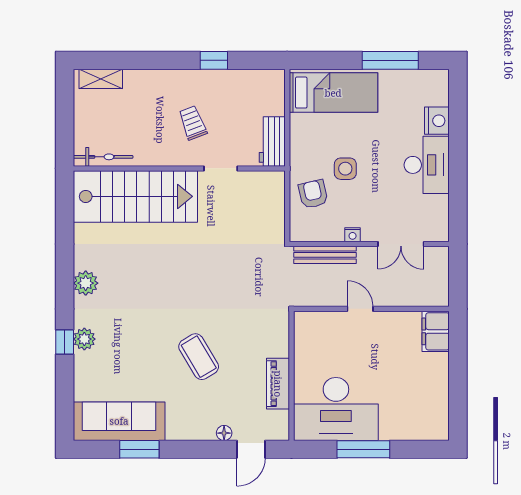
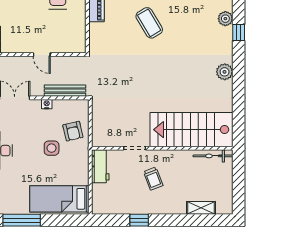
shelving: (101, 79) -> (201, 208), moved
plant: (84, 339) -> (225, 19), moved

